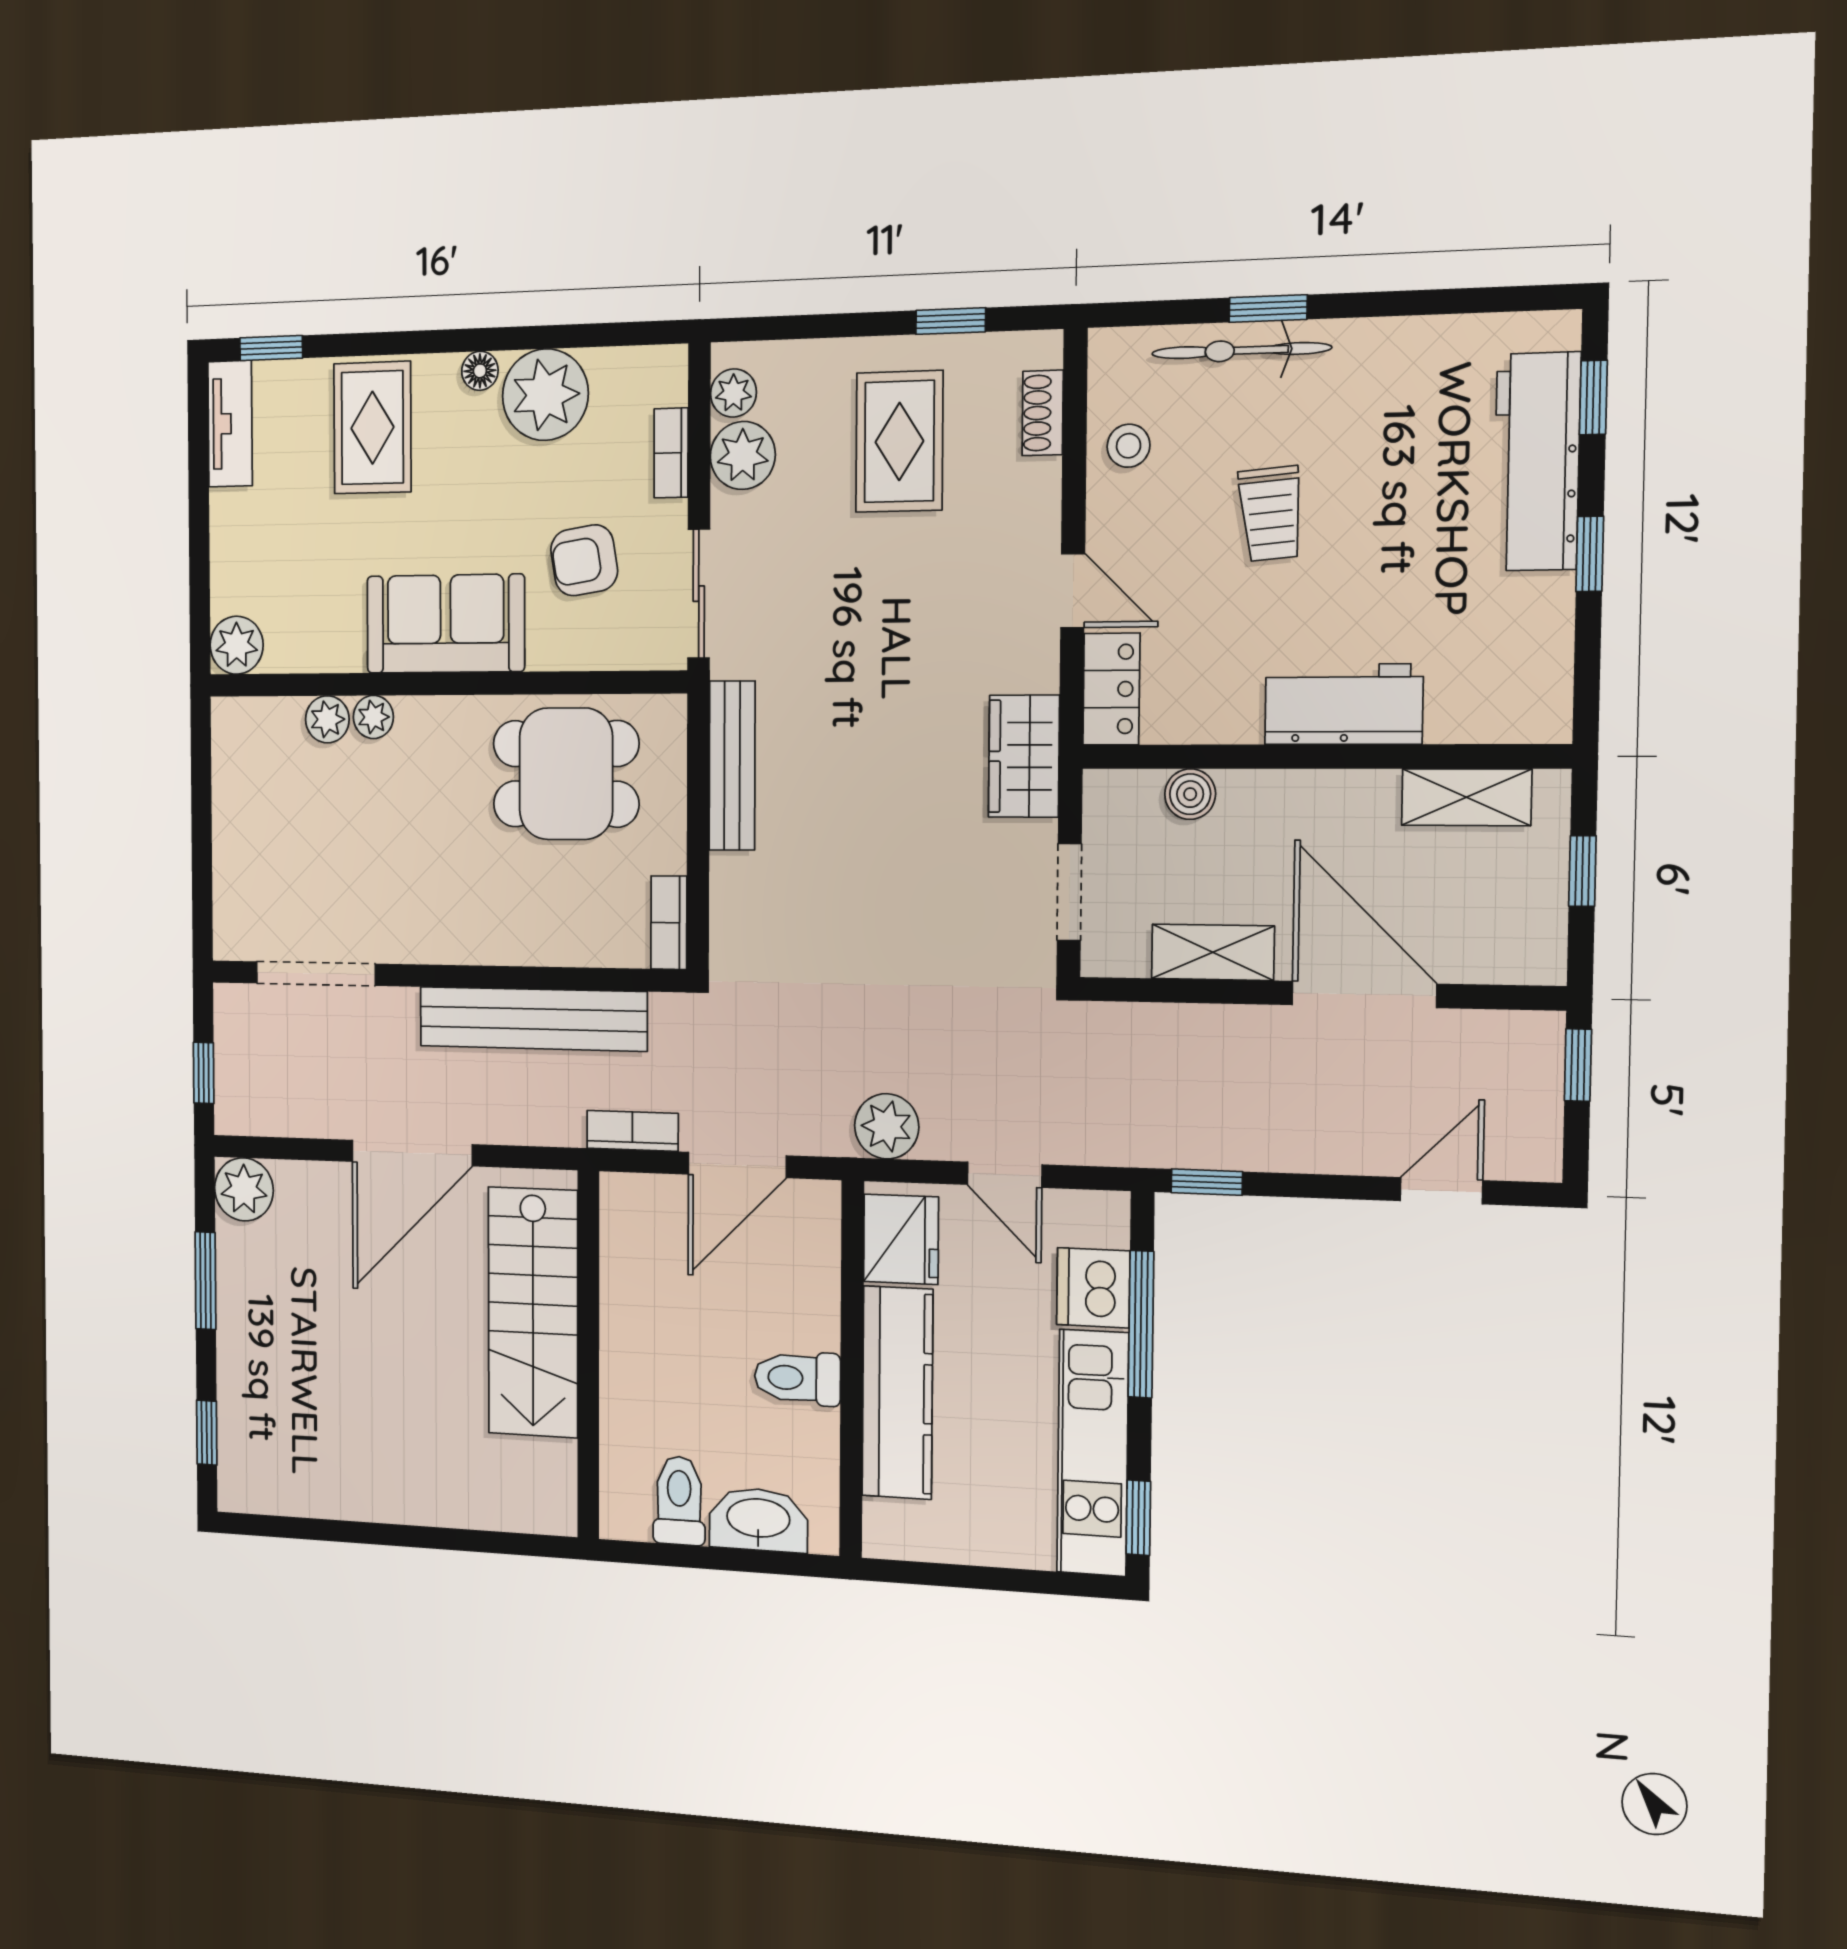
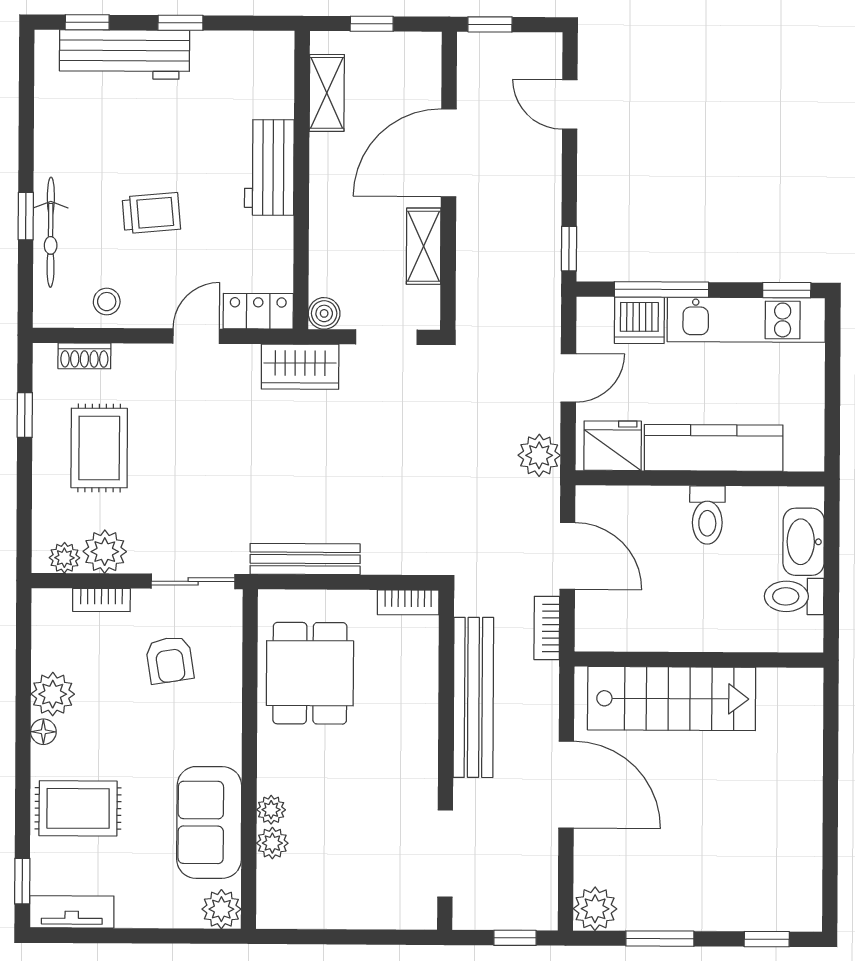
plant: (545, 395) -> (53, 694), width x0.73, depth x0.73
rug: (899, 441) -> (99, 448), turned 90
sofa: (446, 624) -> (209, 822), moved
boiler: (1190, 794) -> (324, 313), moved

